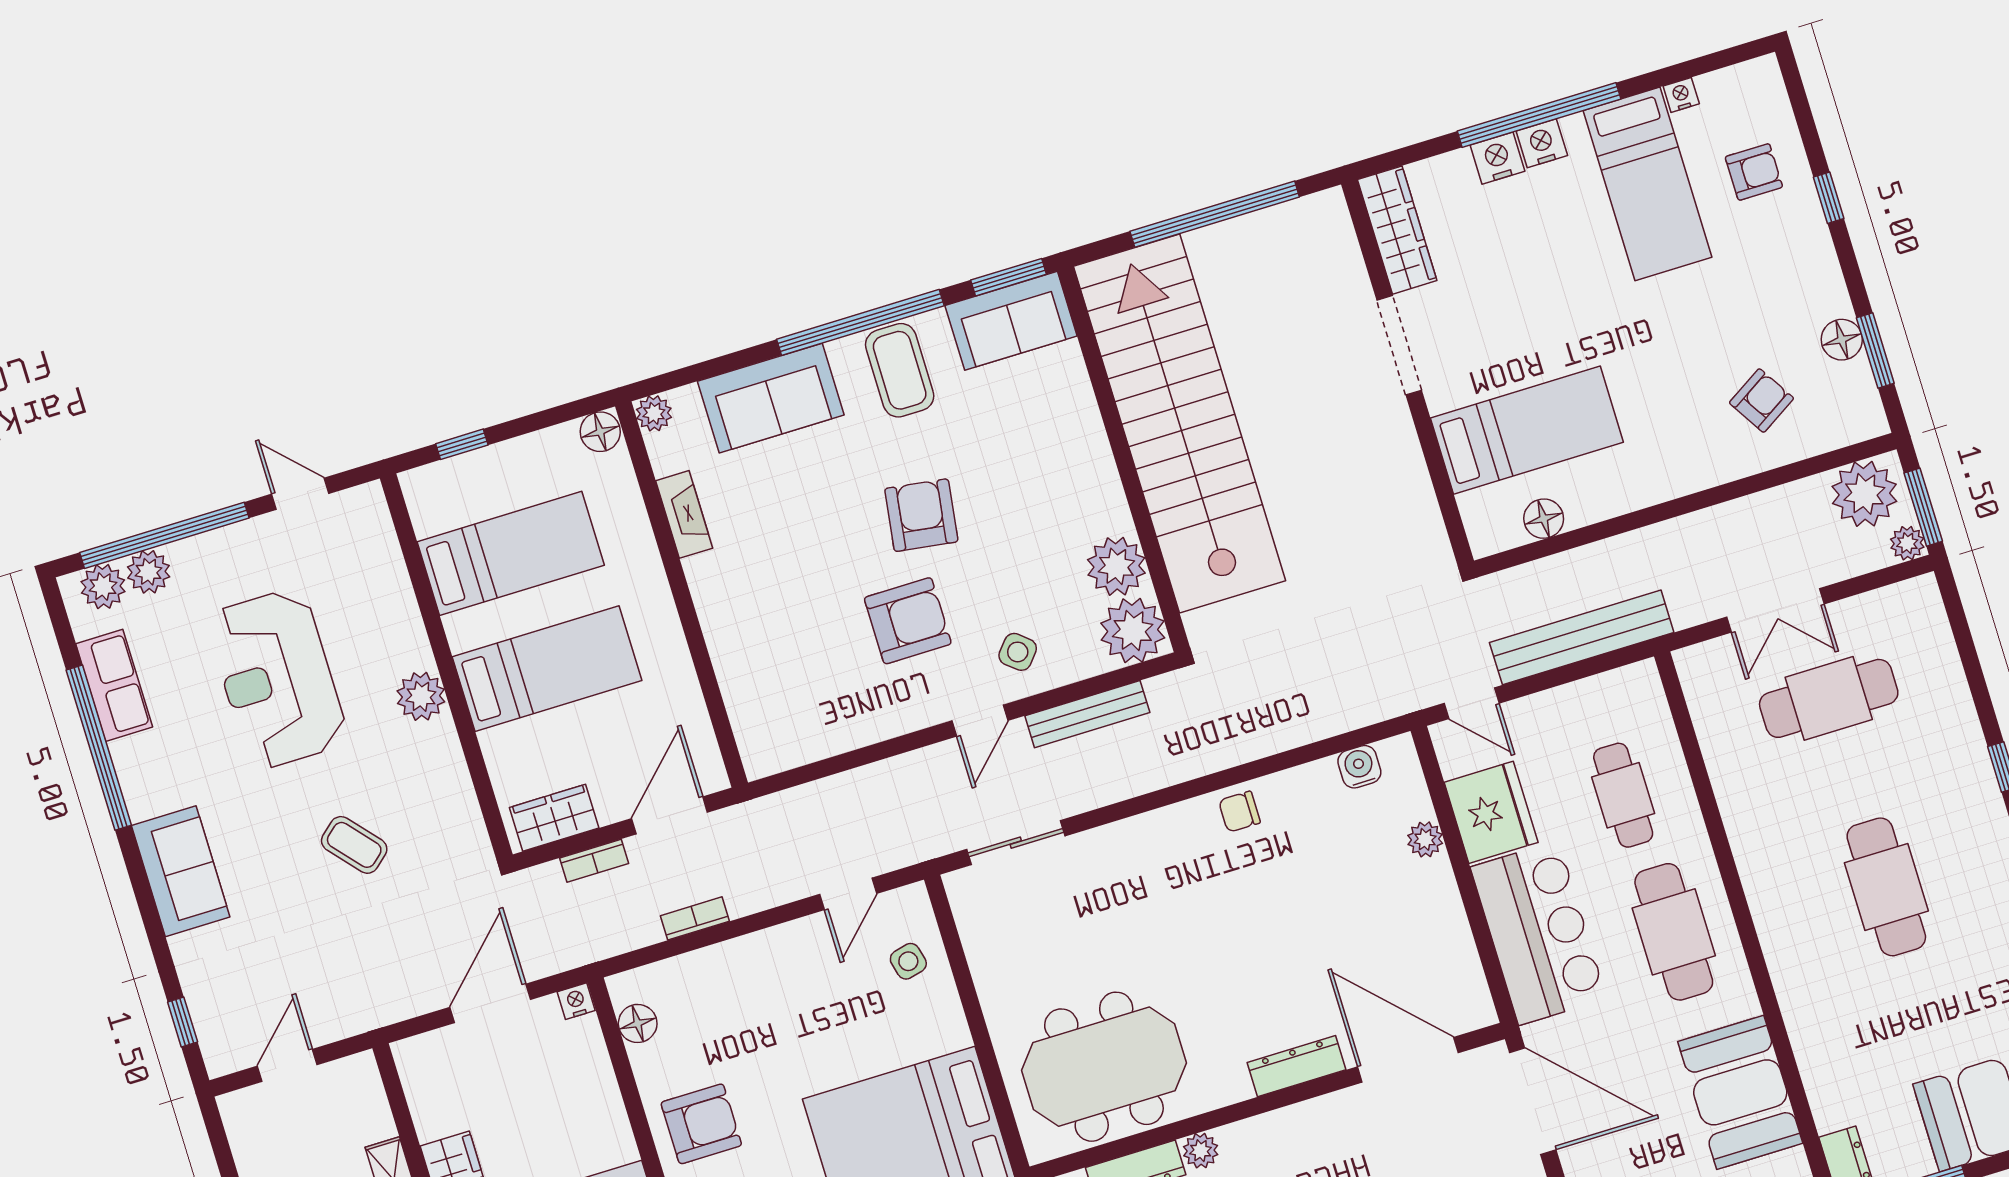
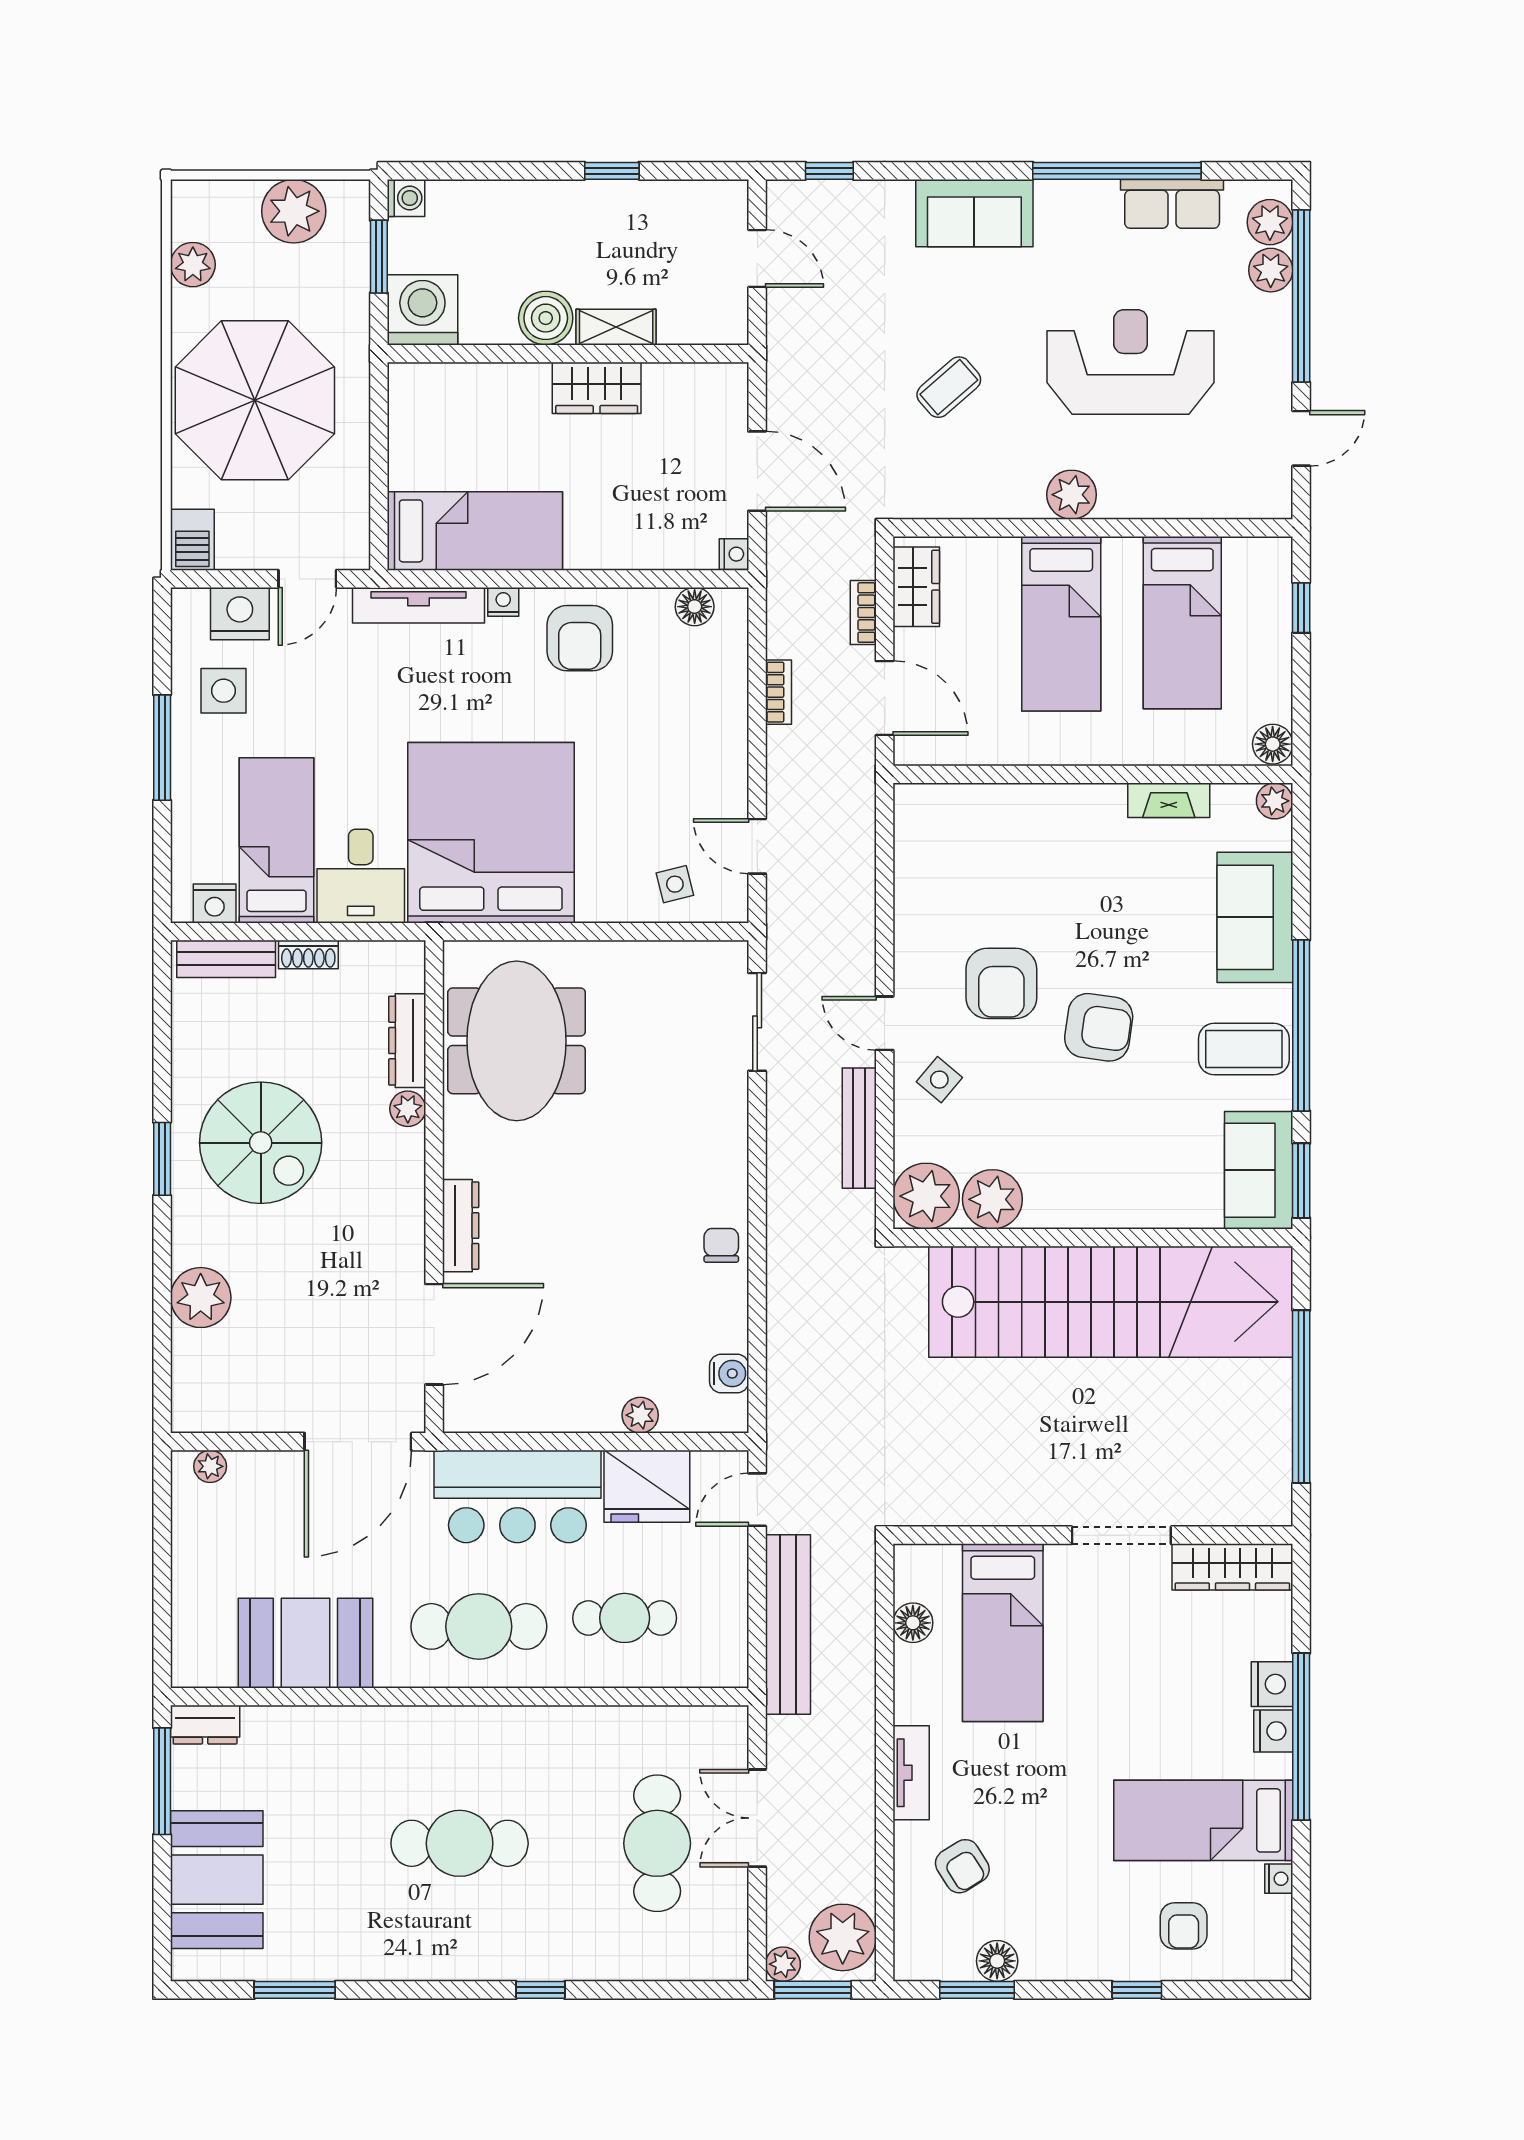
tv unit: (1687, 477) -> (911, 1773), added

